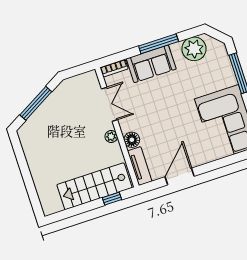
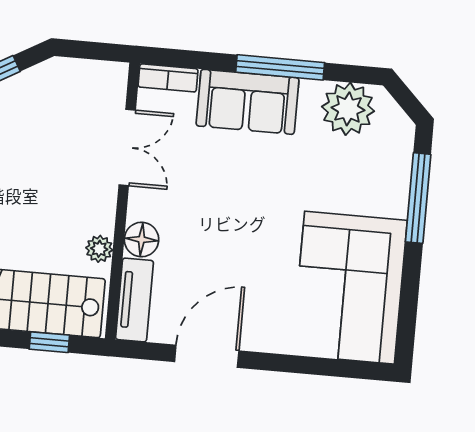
plant: (111, 137) -> (99, 249), moved

